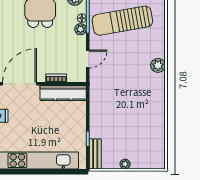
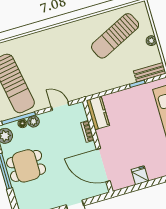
plant: (158, 65) -> (47, 37), removed
kitchen counter: (63, 93) -> (98, 113), width x0.67
sun lounger: (140, 131) -> (115, 36), added

